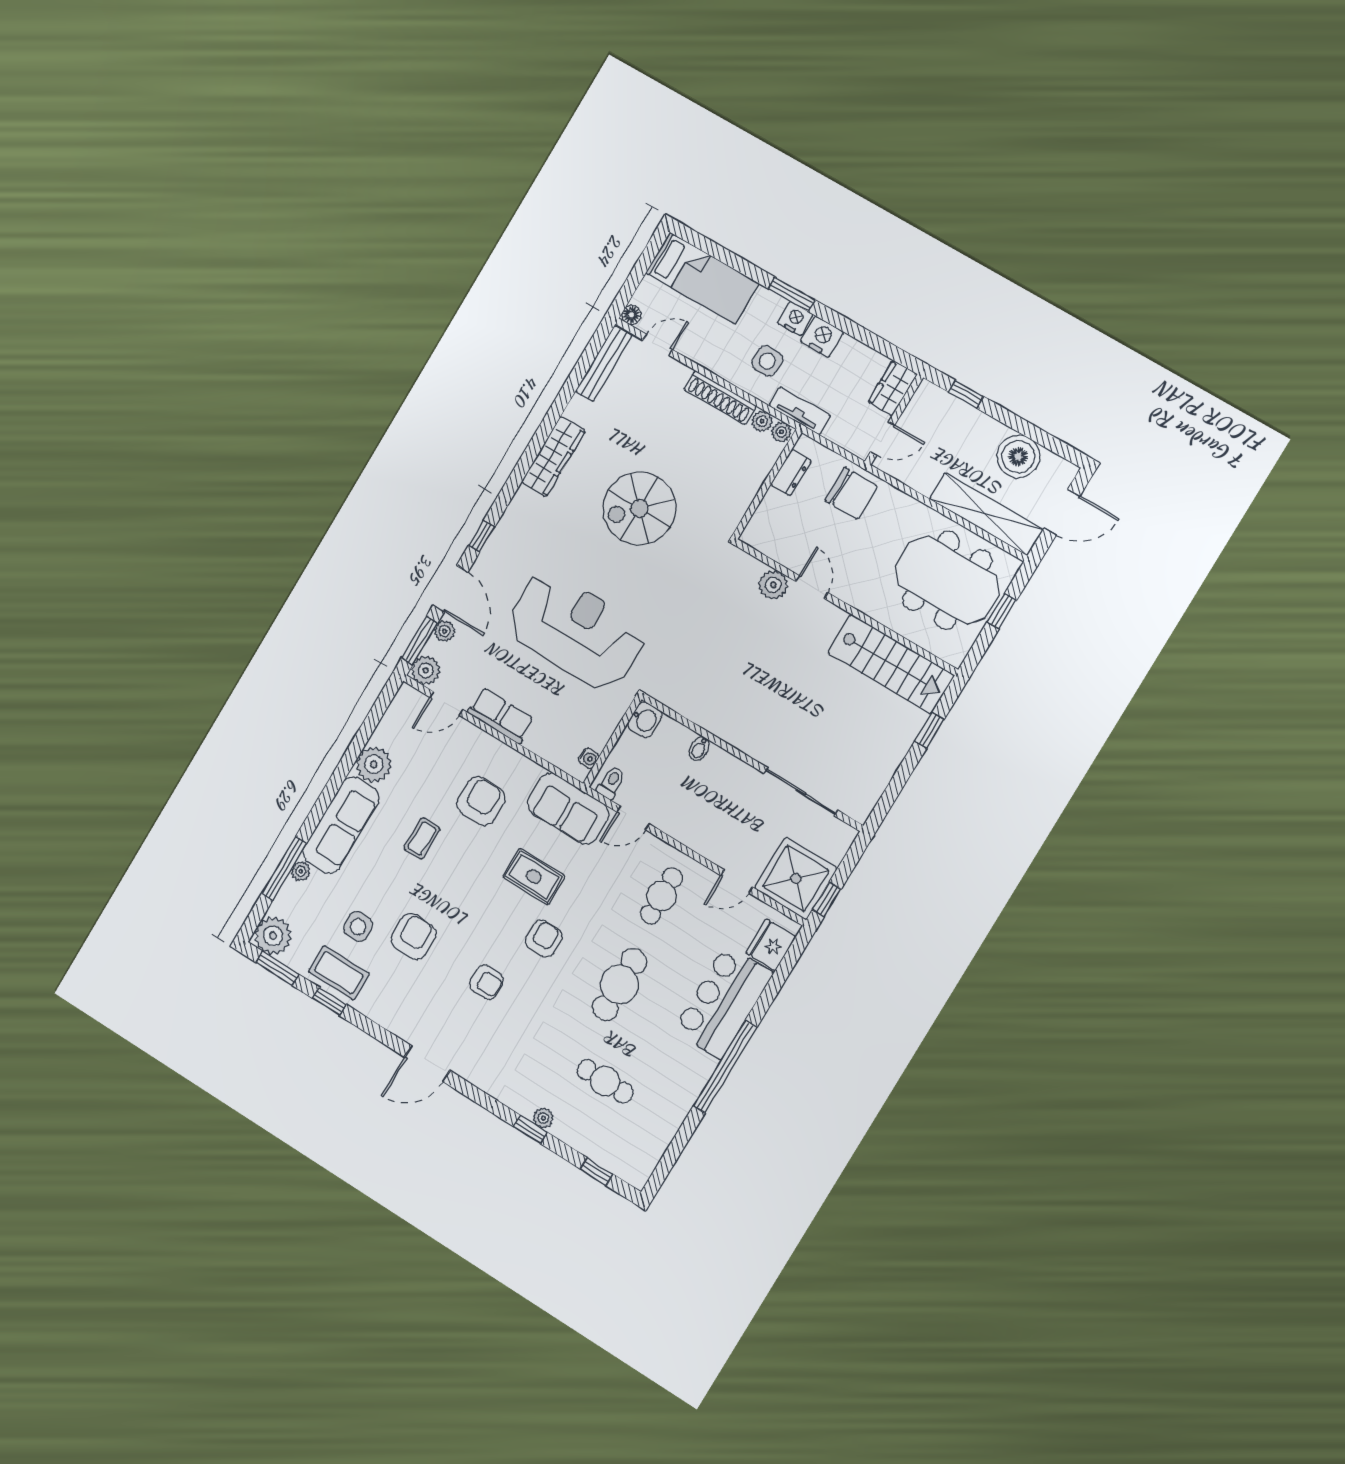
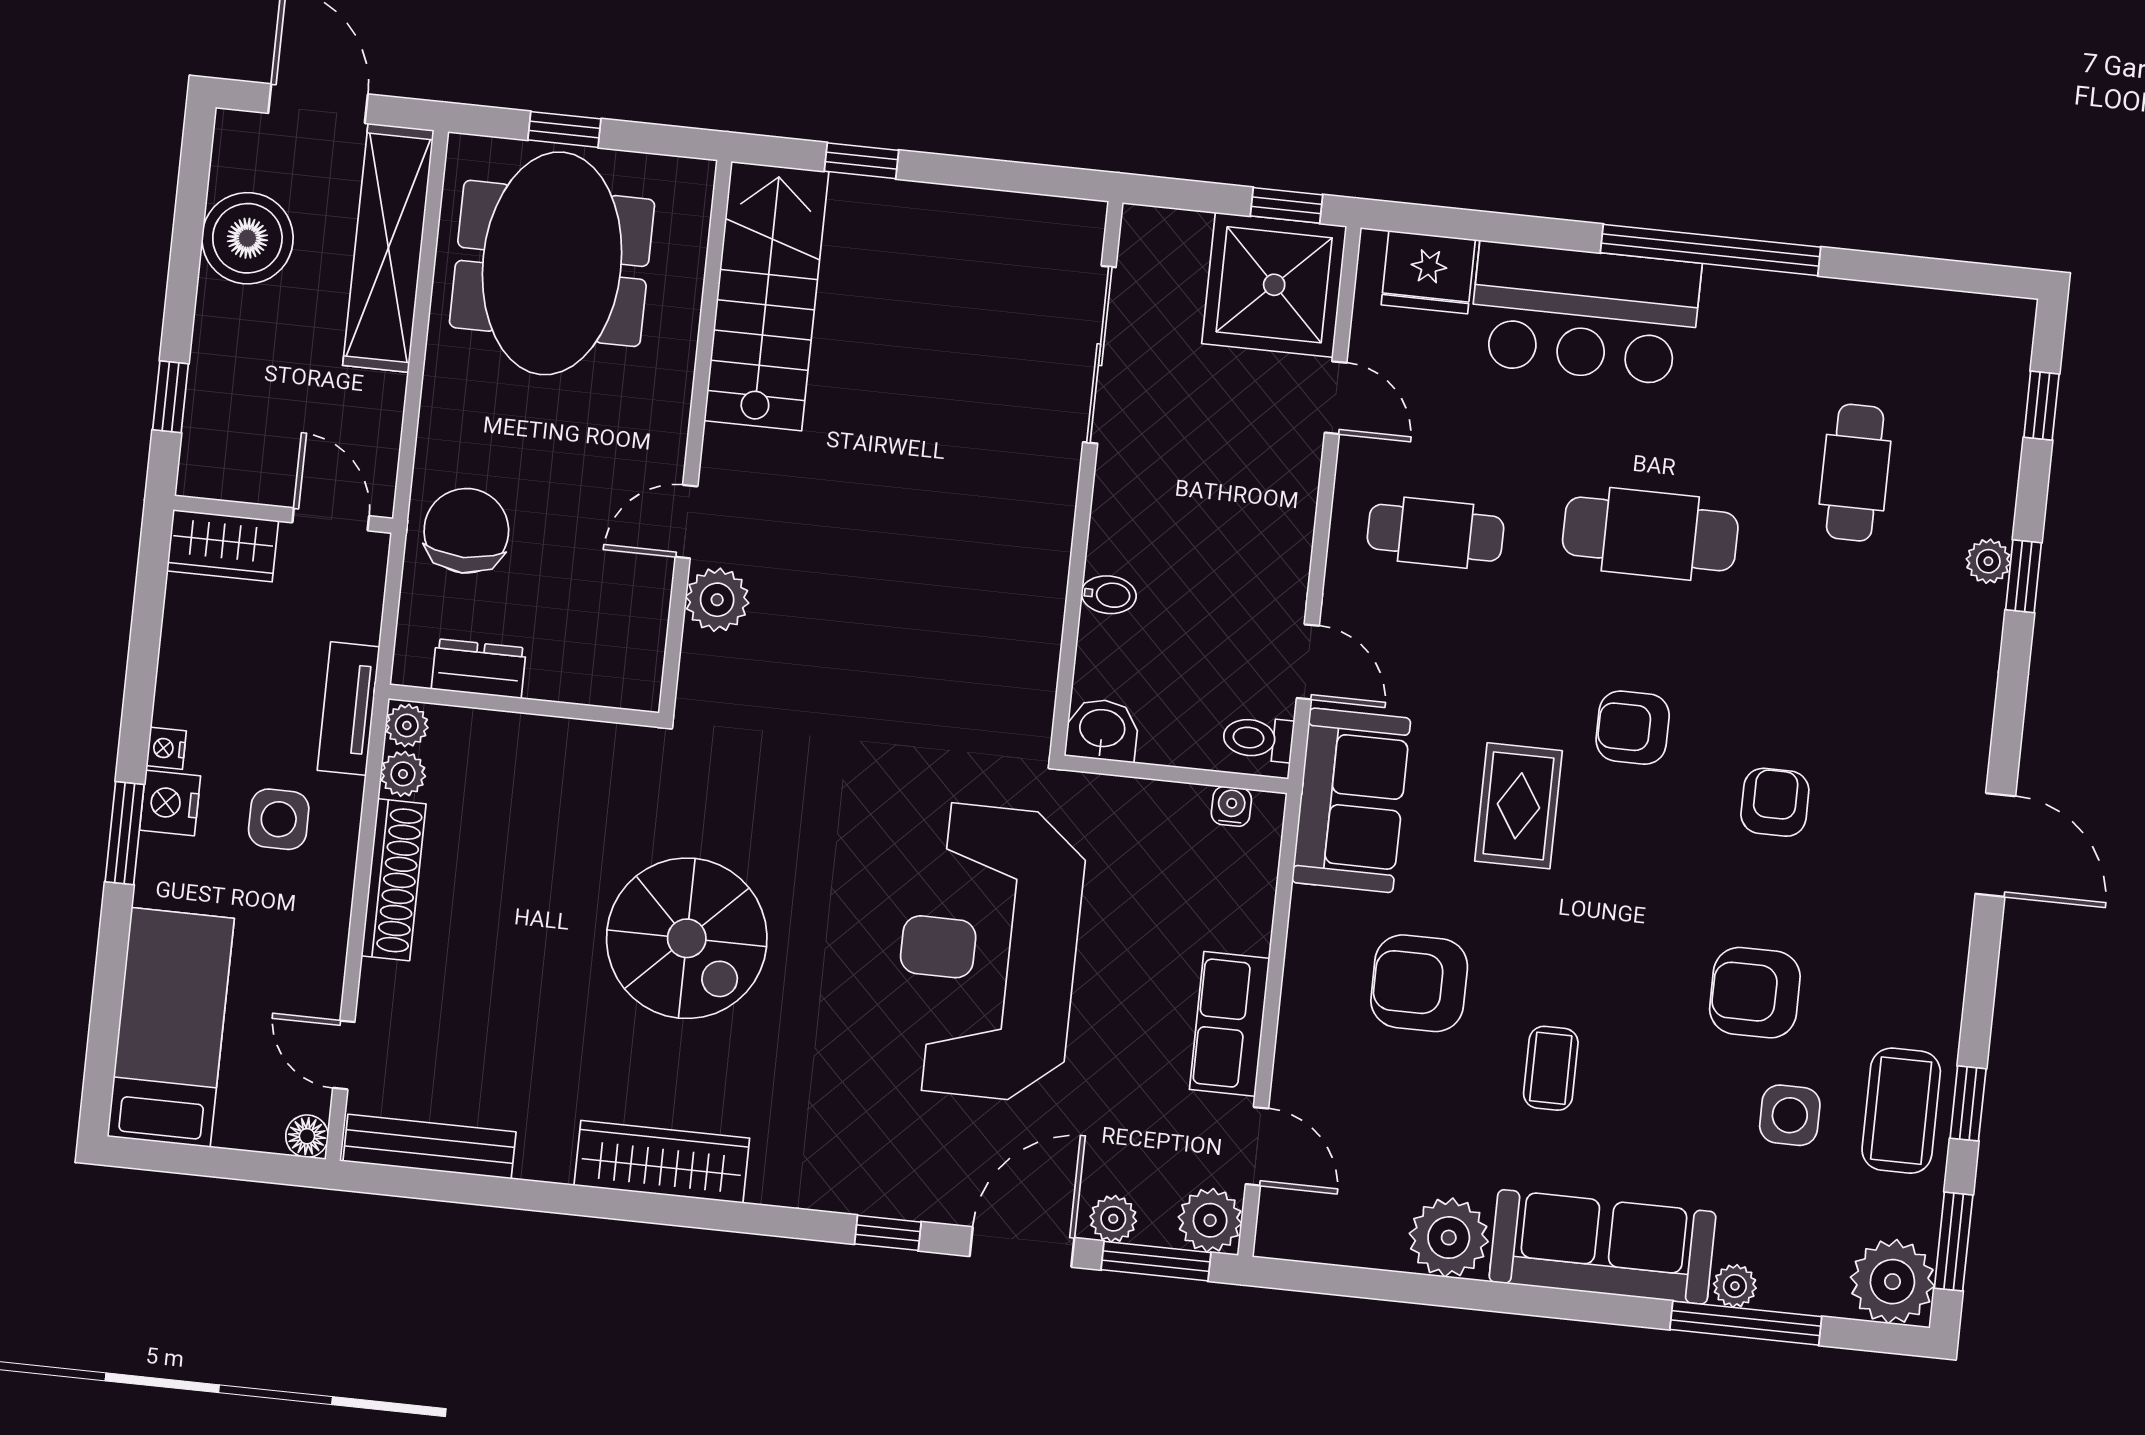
nightstand: (822, 337) -> (166, 748), width x0.53, depth x0.56
coffee table: (422, 838) -> (1551, 1068), turned 90

